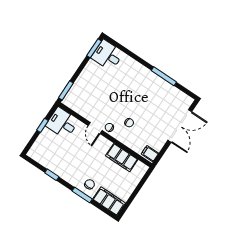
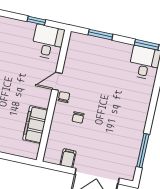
window: (164, 76) -> (143, 151), moved
window: (66, 90) -> (100, 35), moved
filing cabinet: (150, 154) -> (68, 158), moved

